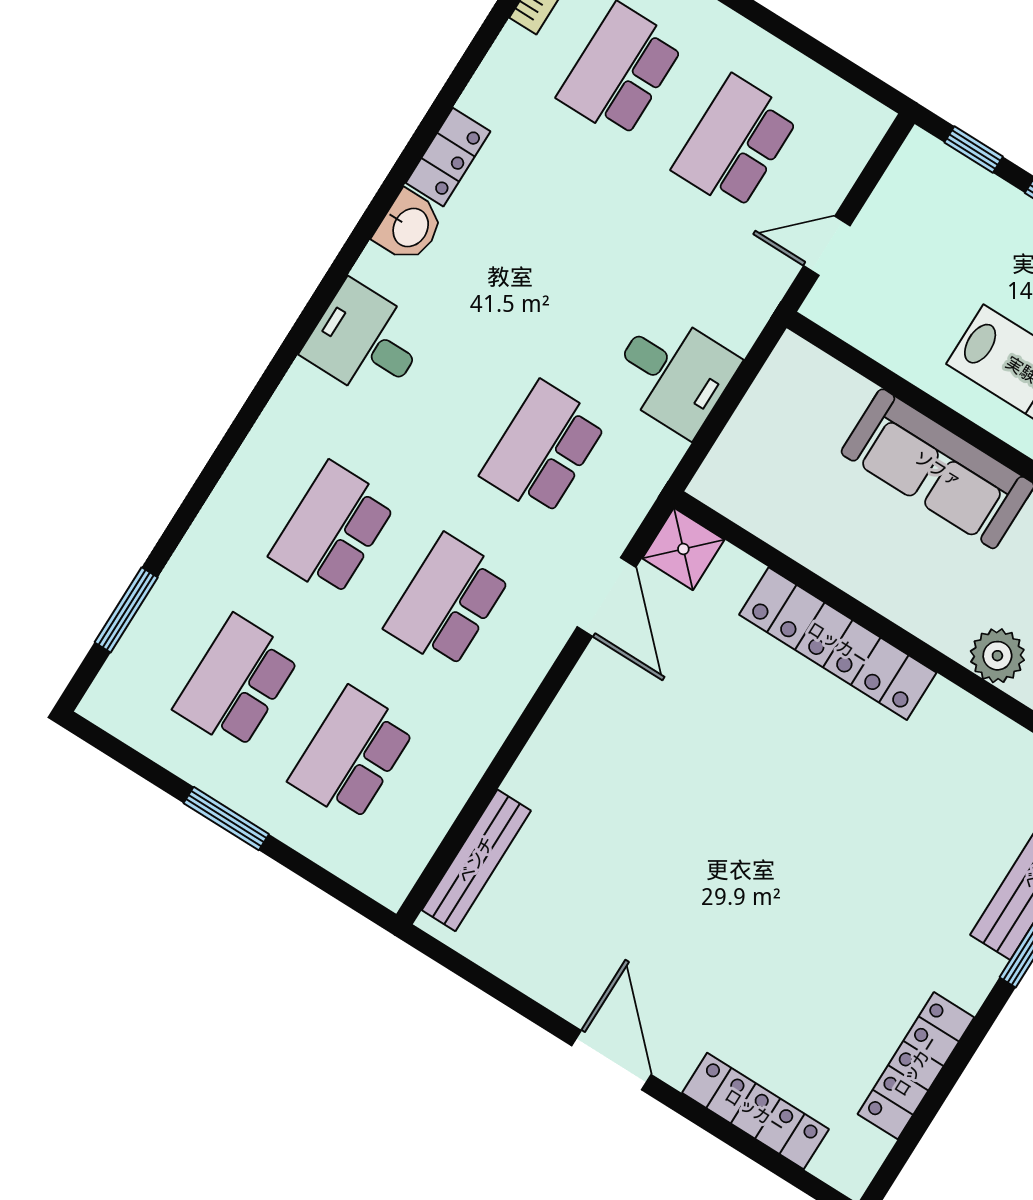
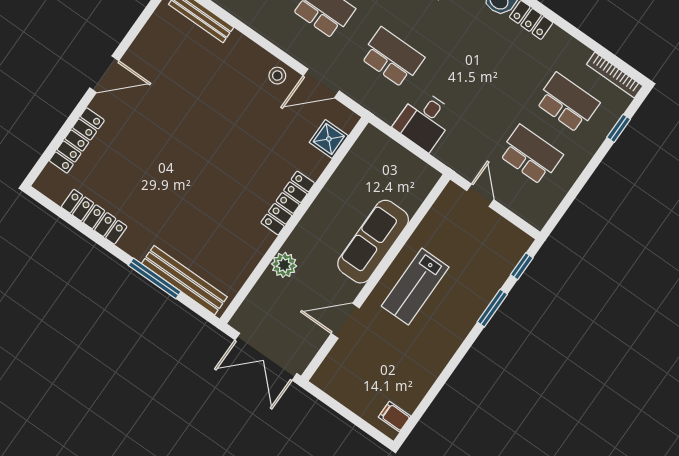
shower: (683, 549) -> (329, 139), moved
locker: (838, 644) -> (288, 203), width x0.71, depth x0.83
stool: (595, 691) -> (277, 76), added

